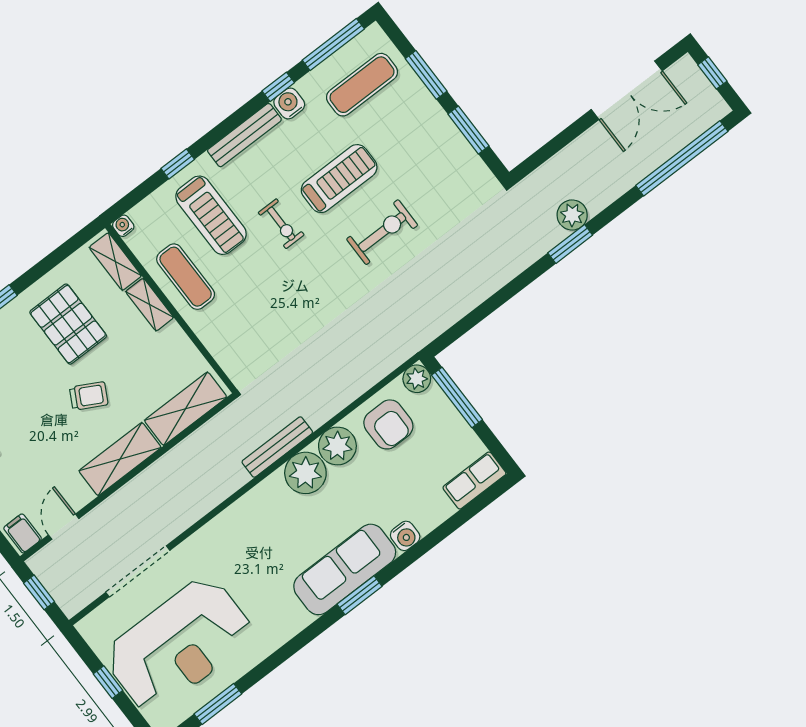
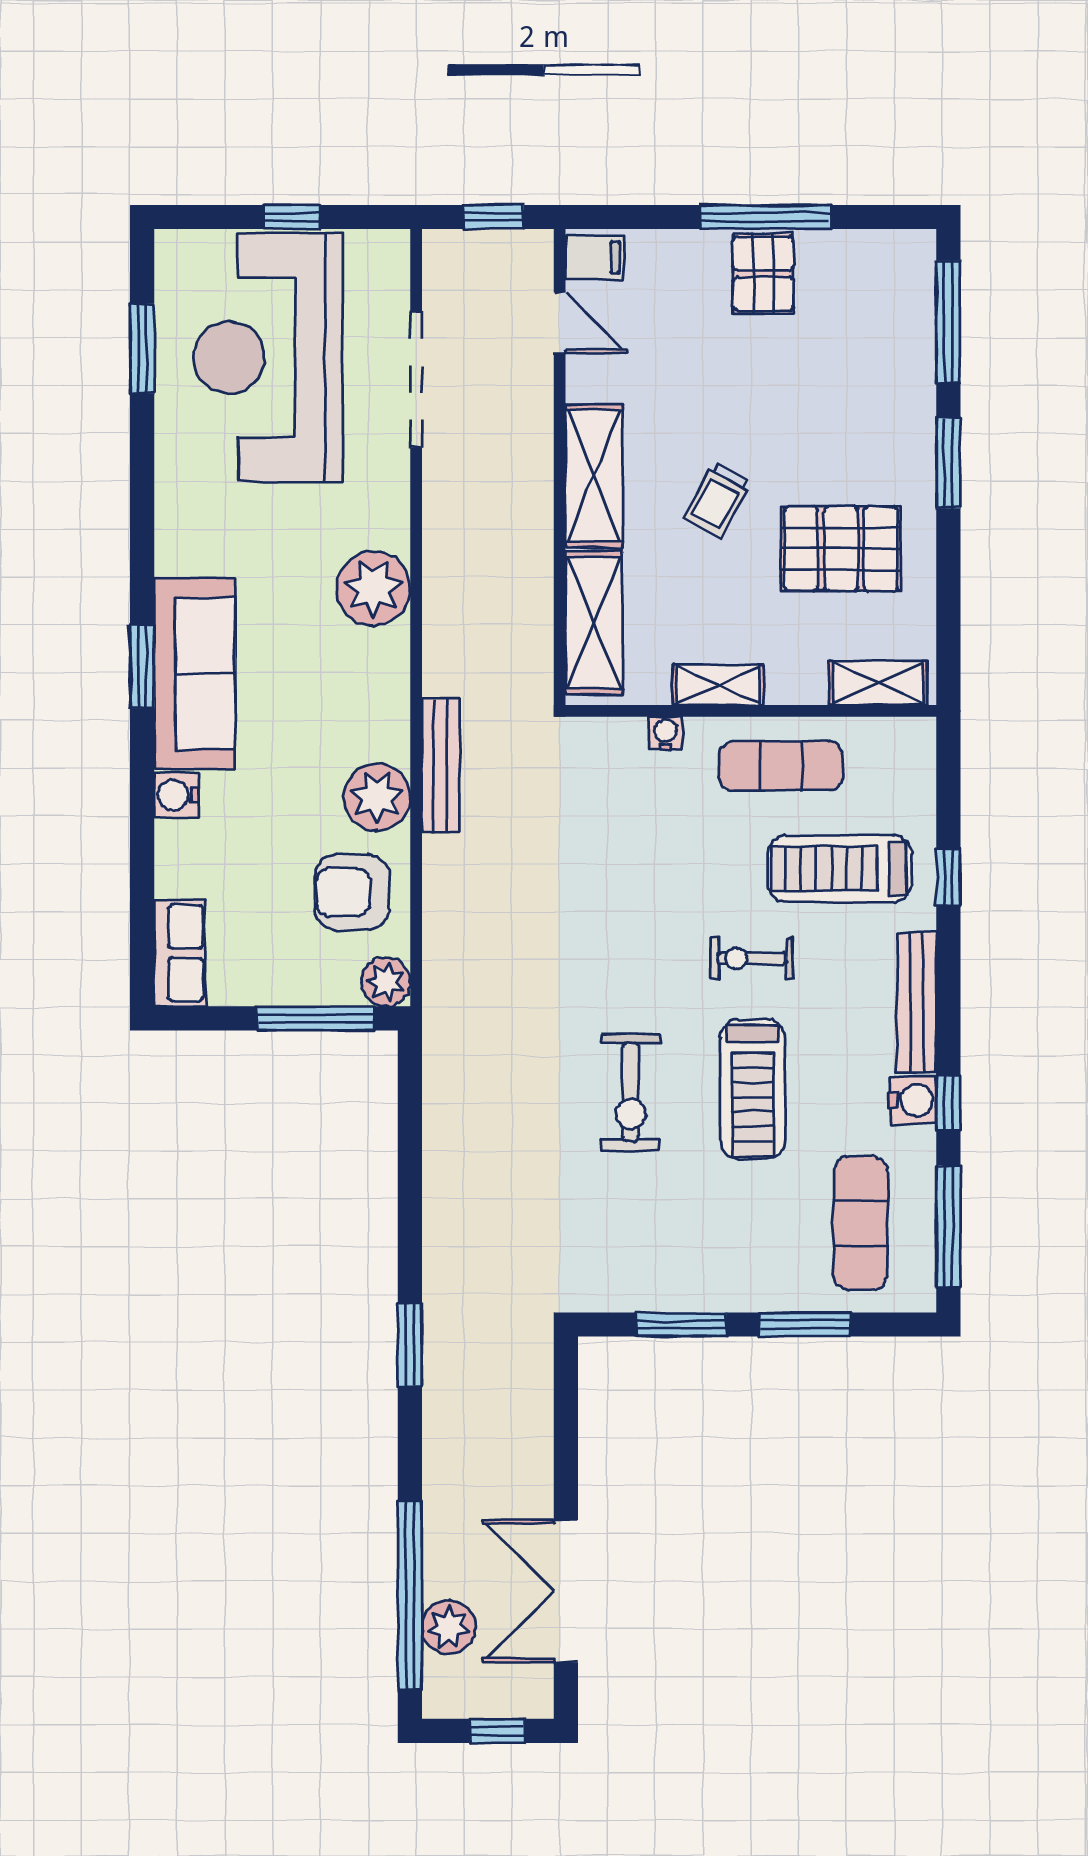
plant: (572, 215) -> (449, 1627), moved
water cooler: (123, 226) -> (665, 733), moved, turned -90
shelving: (150, 305) -> (718, 685), moved
bench: (277, 447) -> (441, 765), moved
plant: (305, 473) -> (373, 589), moved

